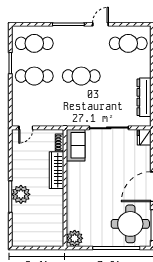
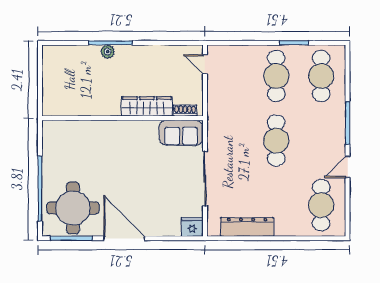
door: (100, 24) -> (348, 167), swing flipped
plant: (21, 194) -> (108, 52), width x0.53, depth x0.53
plant: (75, 238) -> (53, 131), removed

